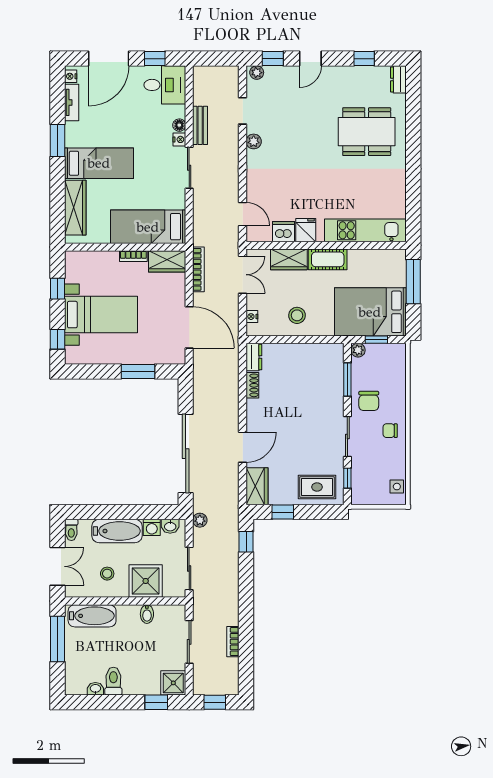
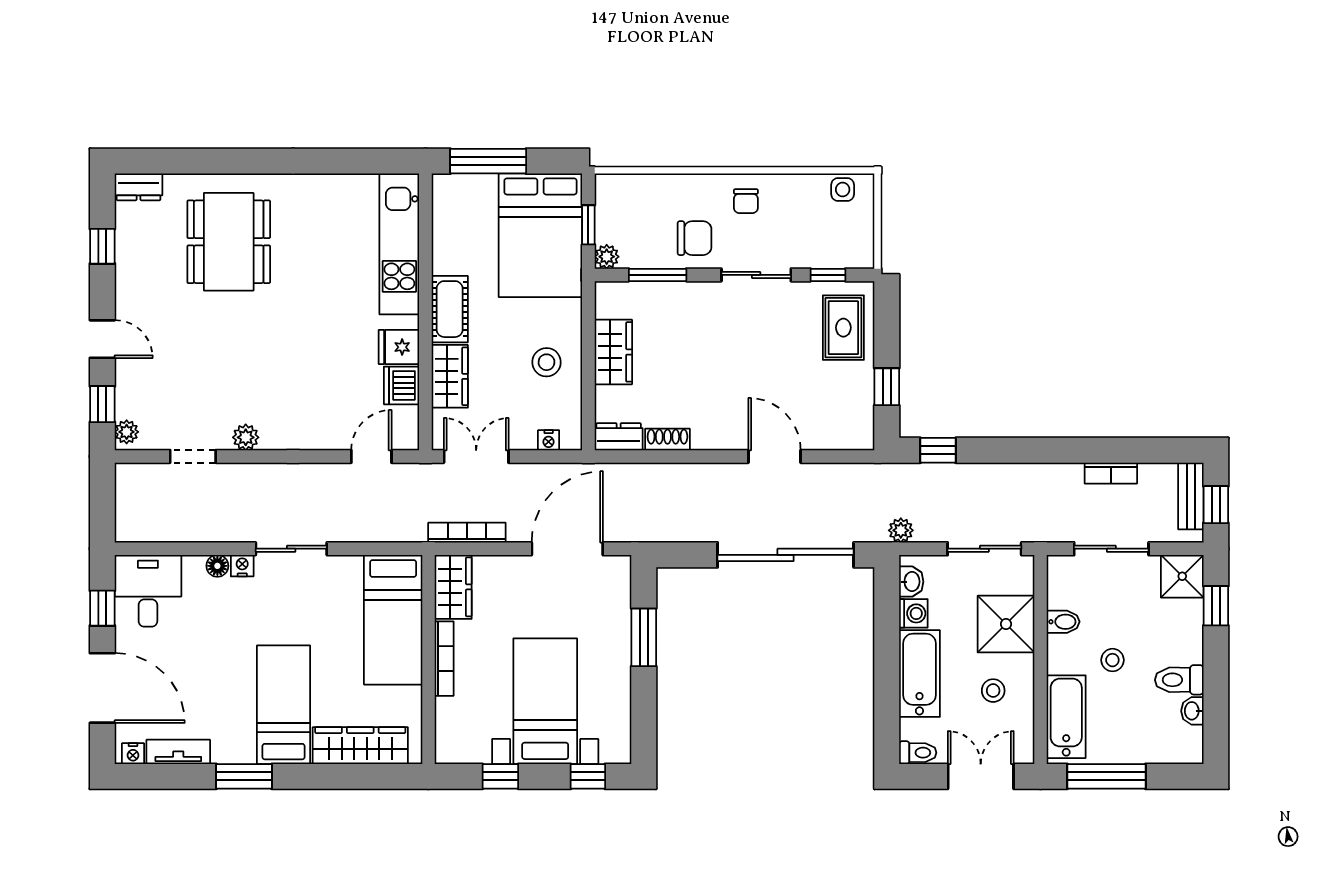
bench: (200, 125) -> (1191, 496), moved, turned 90
bookcase: (133, 256) -> (444, 659), width x1.56
wardrobe: (257, 486) -> (613, 352), moved, turned 90
stool: (125, 643) -> (1112, 660), added

